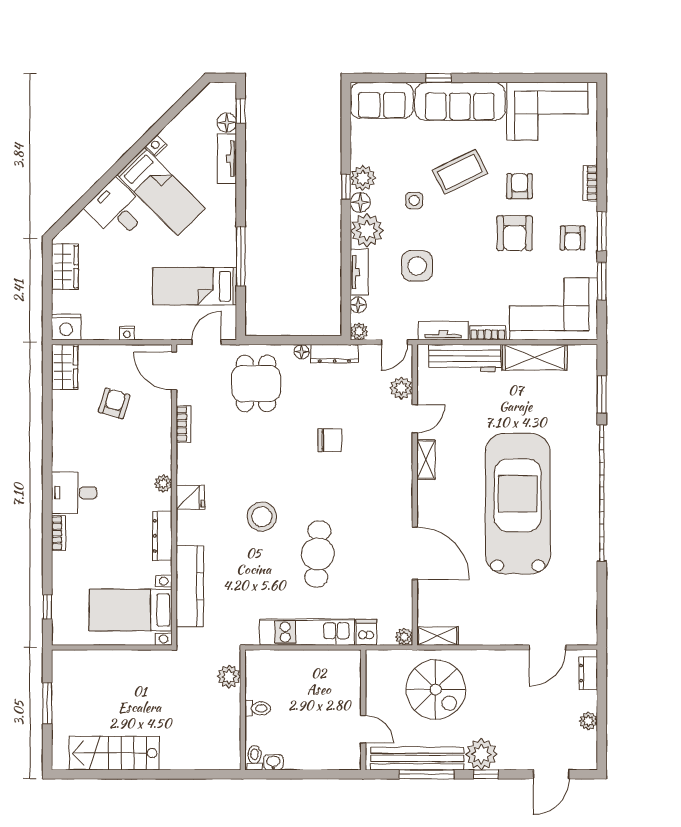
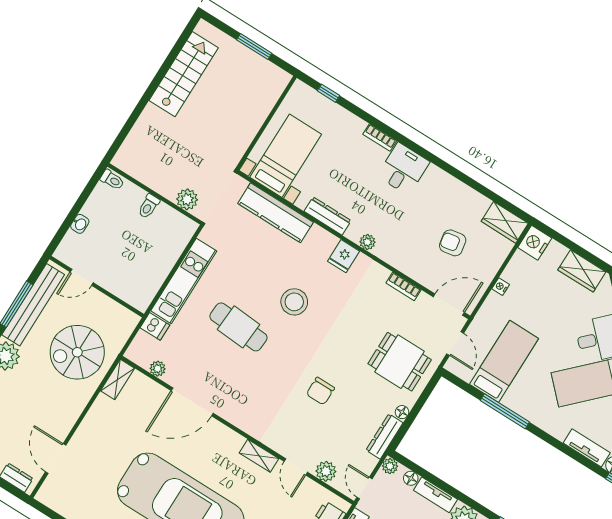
armchair: (114, 403) -> (453, 243), turned 153
plant: (404, 637) -> (158, 369), moved
washbasin: (273, 762) -> (80, 224), moved

